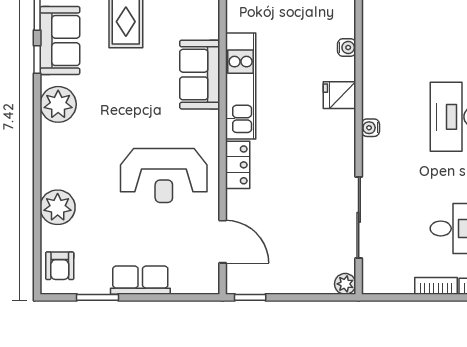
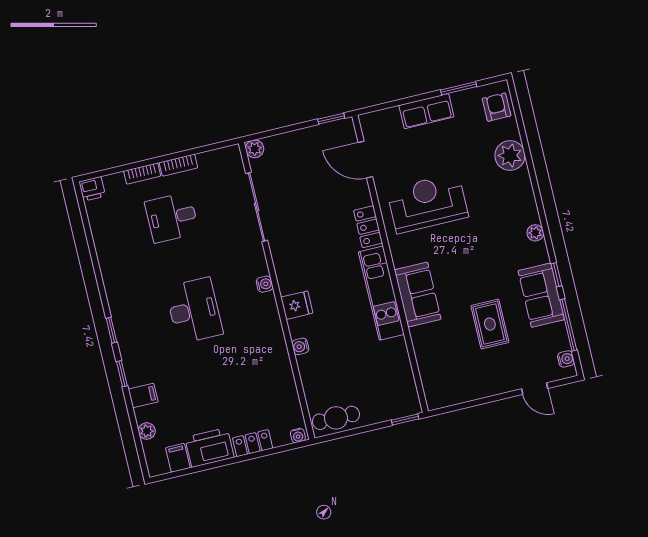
plant: (58, 104) -> (535, 233), width x0.53, depth x0.53

